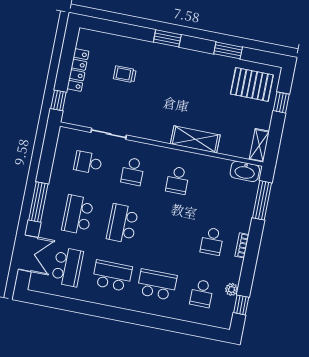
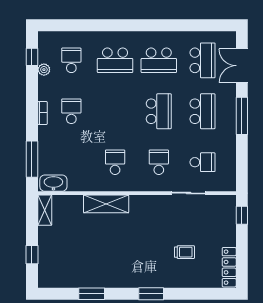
locker: (78, 70) -> (229, 267), moved
pallet: (252, 84) -> (63, 266), removed
school desk: (67, 267) -> (203, 60), turned 180

